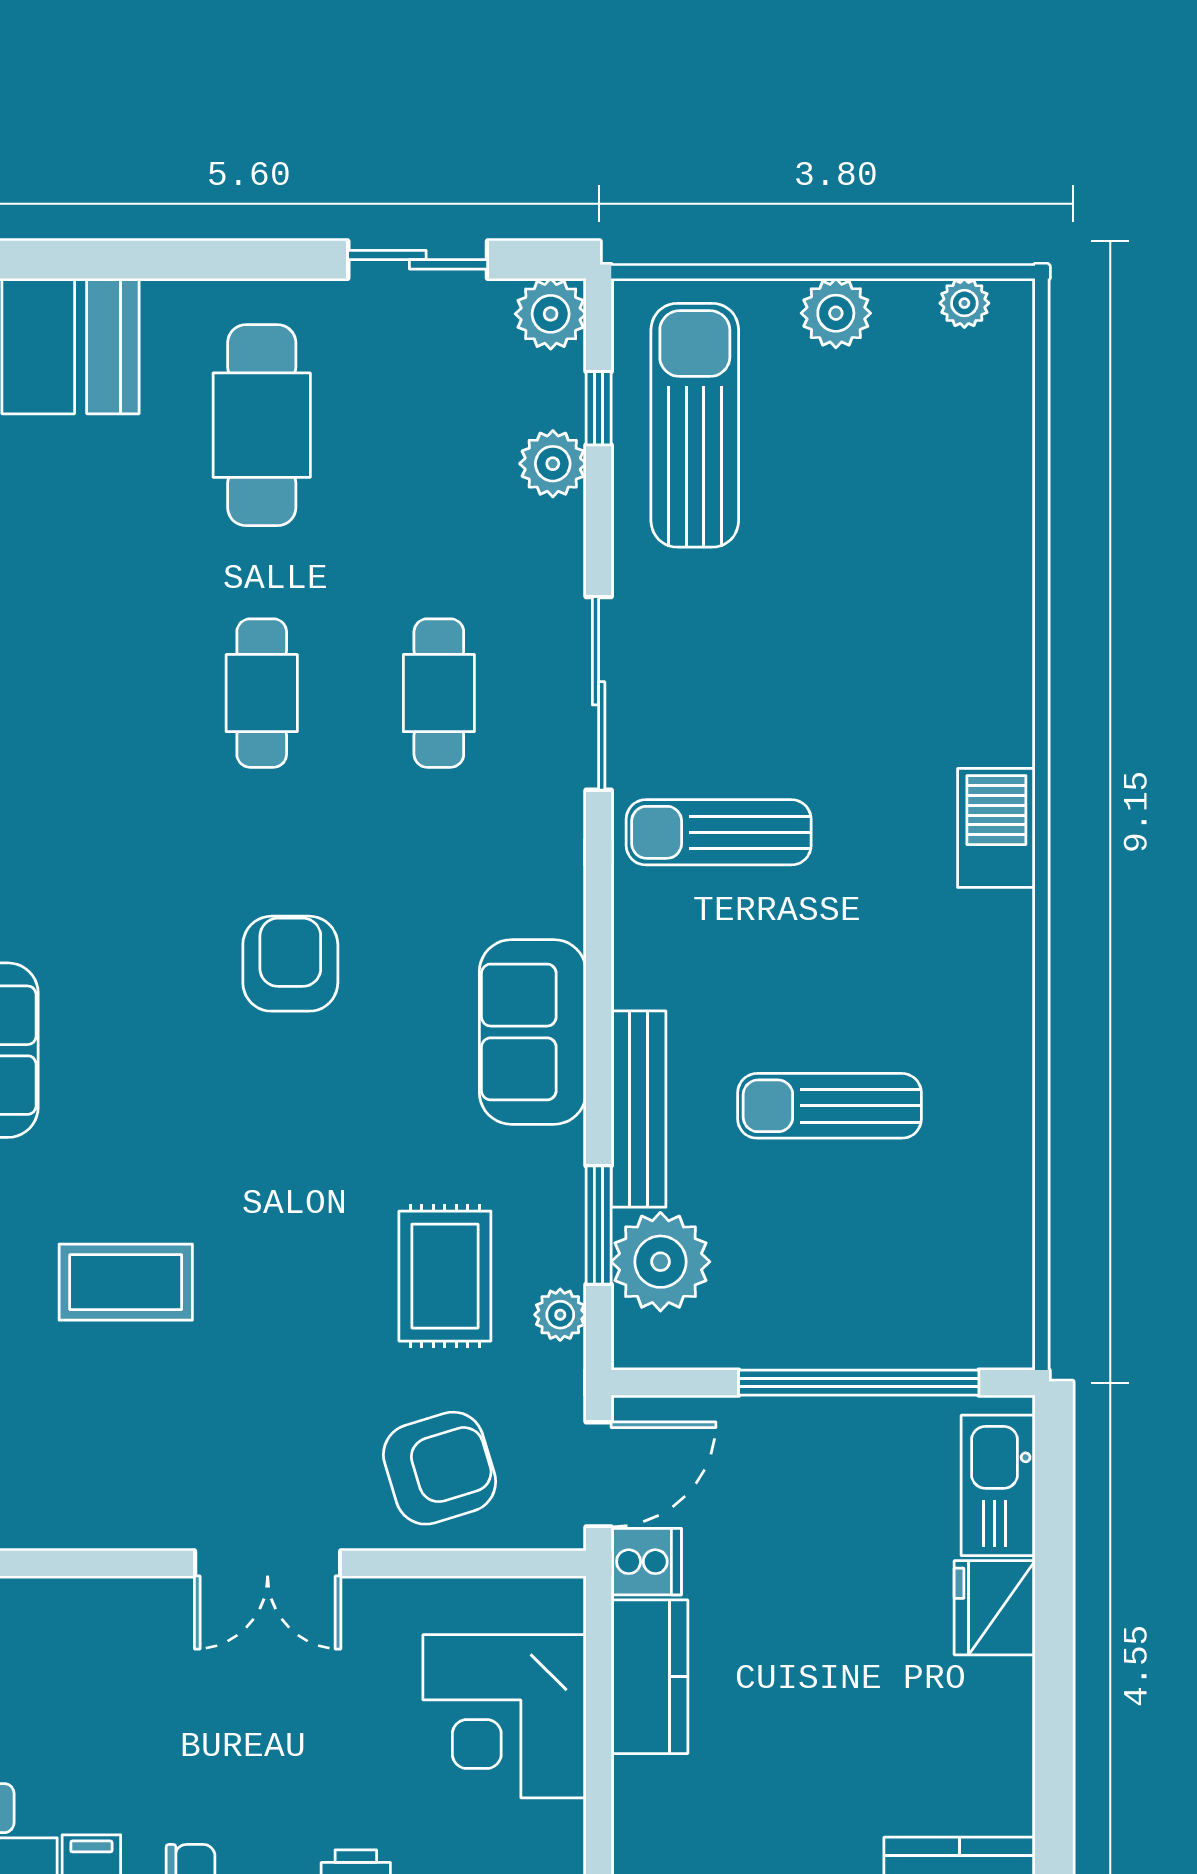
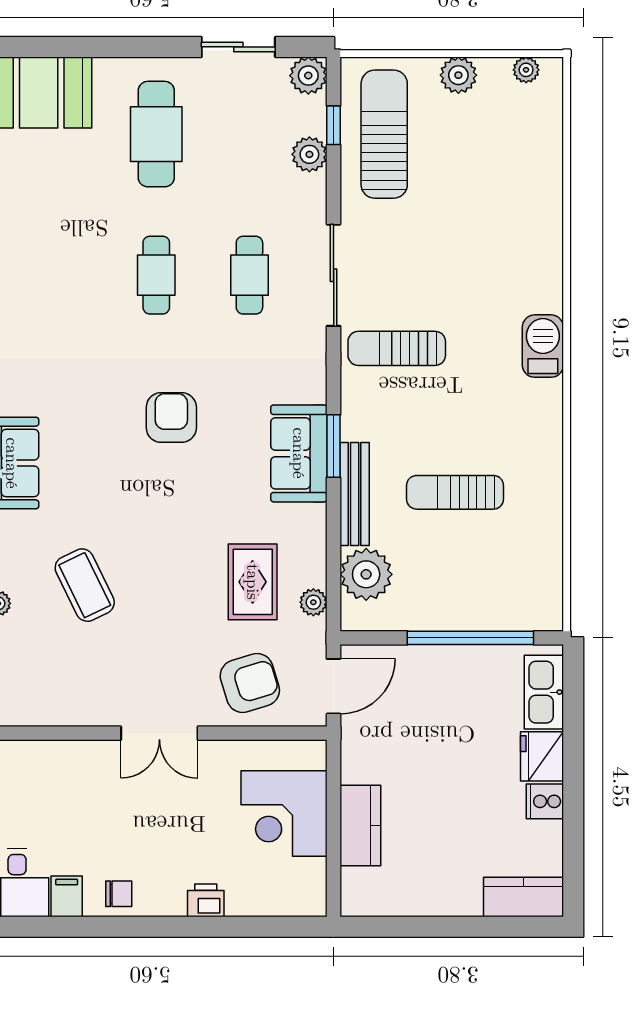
window: (599, 1225) -> (334, 446), moved
coffee table: (126, 1282) -> (85, 585), turned 64
cooker: (646, 1562) -> (545, 801), moved, turned 180
kitchen counter: (649, 1677) -> (360, 826), moved

